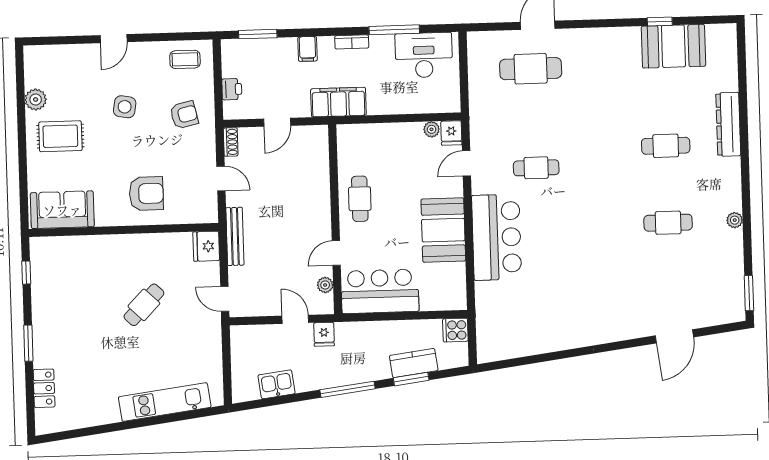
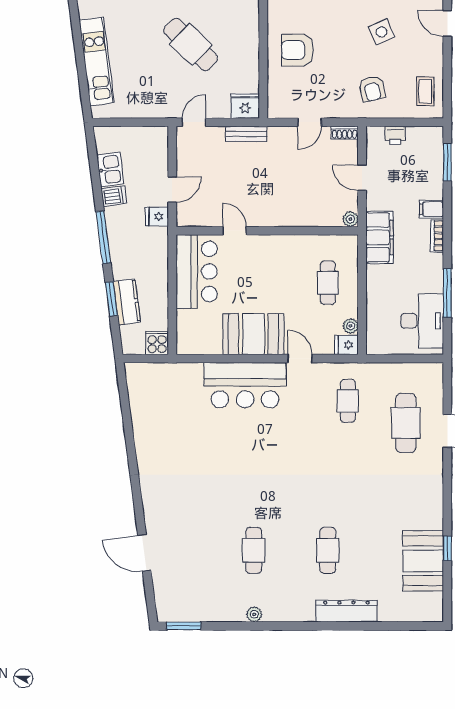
bookcase: (352, 42) -> (437, 236), moved
side table: (125, 107) -> (381, 32), turned -34
door: (467, 163) -> (300, 359), moved
cafe table: (536, 168) -> (348, 401), moved
armchair: (146, 194) -> (298, 50), turned 90
cafe table: (360, 199) -> (328, 283), moved, turned 90
bench: (235, 236) -> (246, 134), width x0.73
plant: (325, 285) -> (350, 219), moved
cafe table: (144, 305) -> (191, 44), width x1.37, depth x1.35
dishwasher: (304, 380) -> (114, 196), added

